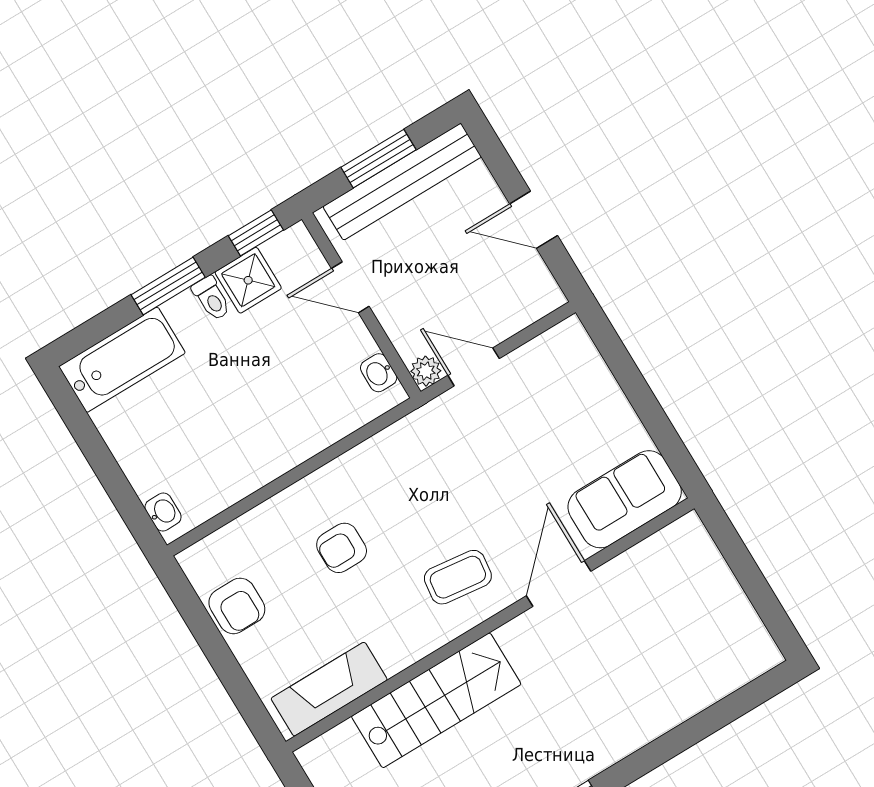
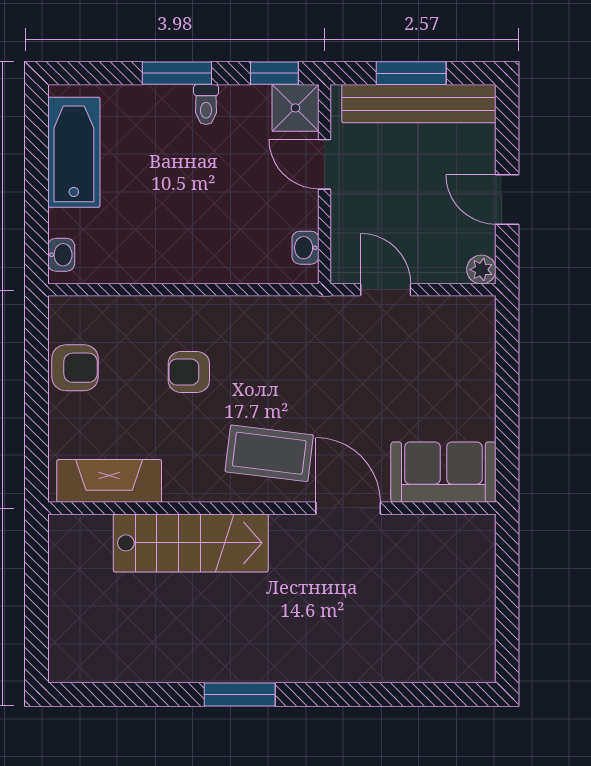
shower: (248, 280) -> (295, 108), moved
bathtub: (122, 360) -> (74, 152), moved, turned -90
plant: (426, 371) -> (481, 270), moved
coffee table: (458, 577) -> (269, 453), width x1.36, depth x1.30
door: (559, 583) -> (348, 508), hinge flipped
armchair: (237, 606) -> (75, 368), turned -90

